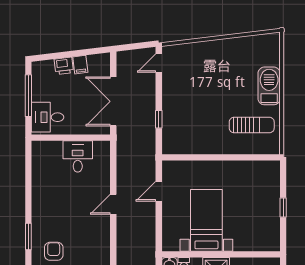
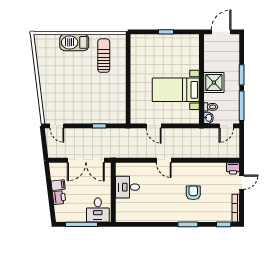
armchair: (54, 251) -> (193, 193), moved, turned 90

